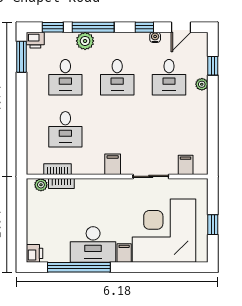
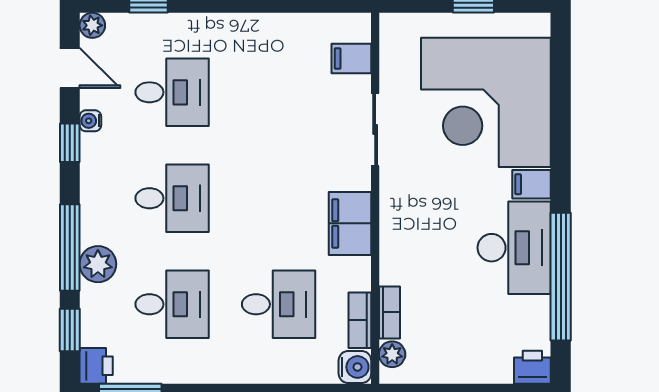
plant: (202, 84) -> (92, 25), moved
filing cabinet: (113, 164) -> (350, 223), width x2.00
water cooler: (35, 167) -> (355, 367), added

